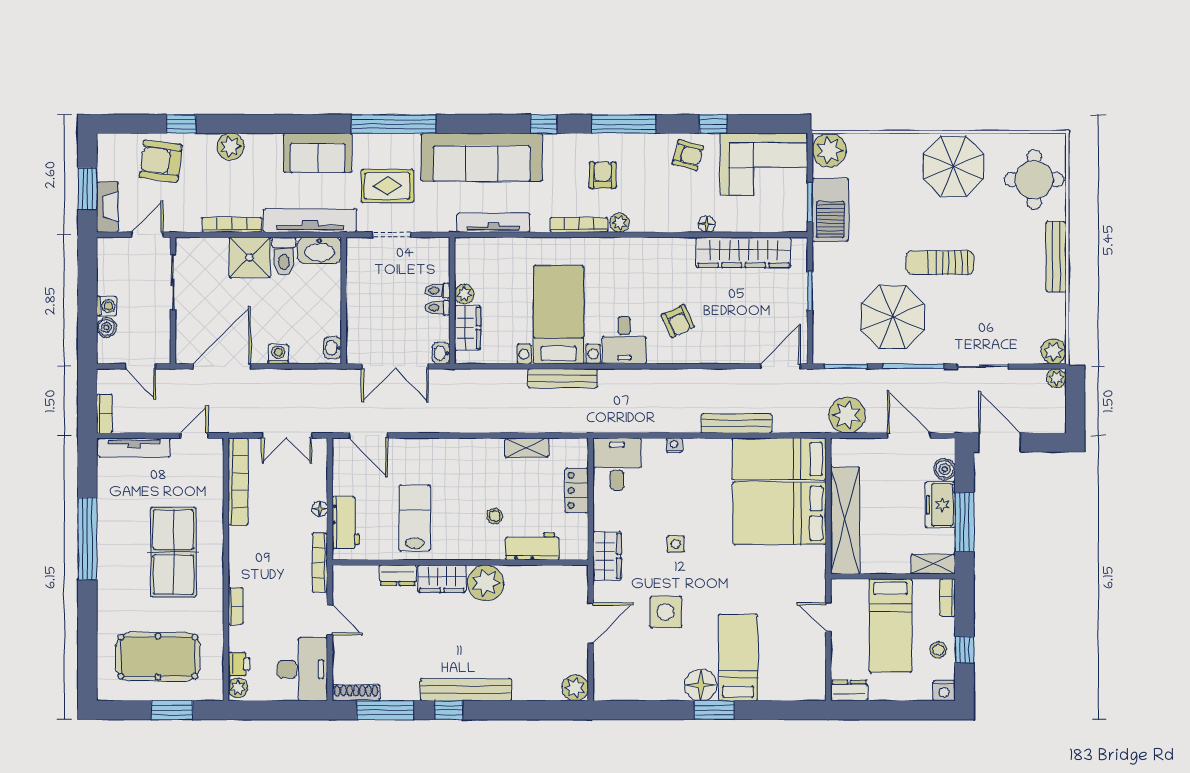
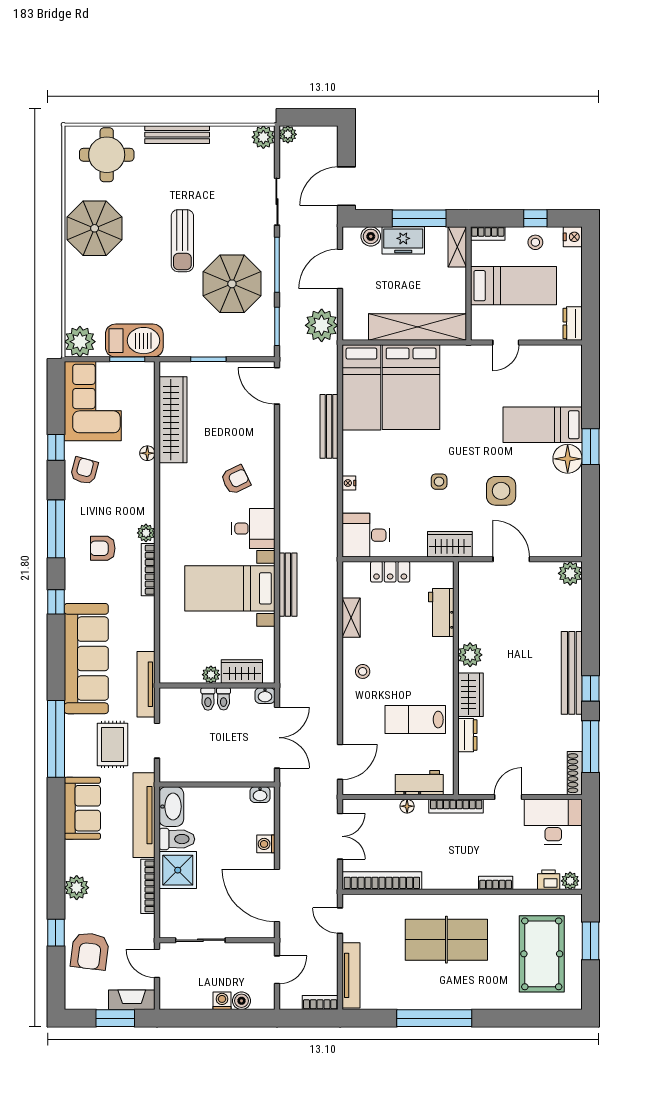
tv unit: (493, 223) -> (146, 684), moved
stool: (495, 516) -> (363, 671), moved
plant: (486, 583) -> (470, 655), width x0.73, depth x0.73

